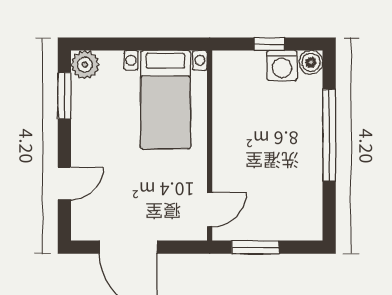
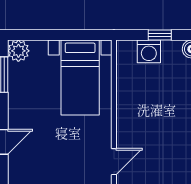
washing machine: (282, 66) -> (149, 51), moved

